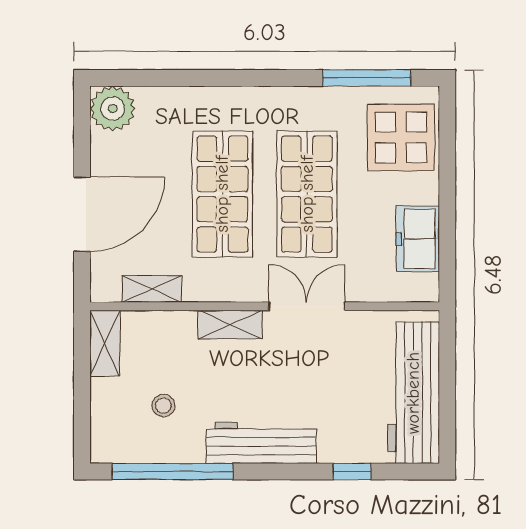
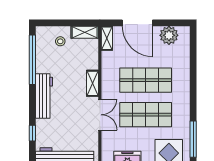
plant: (113, 108) -> (169, 35), moved
shelving: (152, 289) -> (107, 38), moved
stool: (163, 406) -> (60, 41), moved

